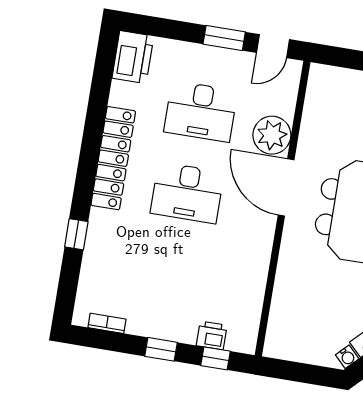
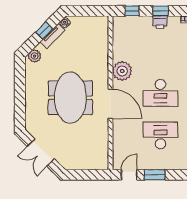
plant: (272, 135) -> (122, 71), moved
desk: (187, 193) -> (160, 93), turned 180
printer: (212, 335) -> (160, 22), moved

